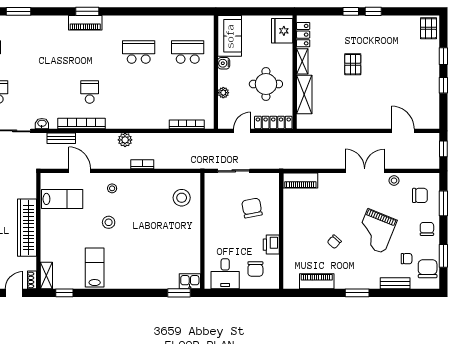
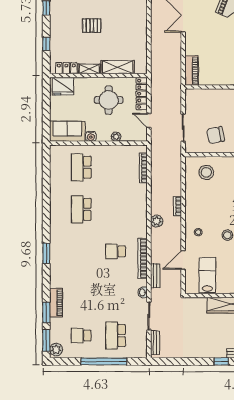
window: (351, 11) -> (46, 44), moved
piano: (85, 23) -> (56, 303), moved
chair: (252, 208) -> (215, 135), moved

